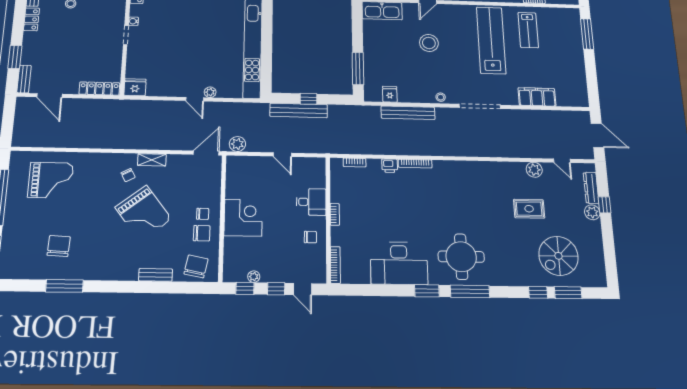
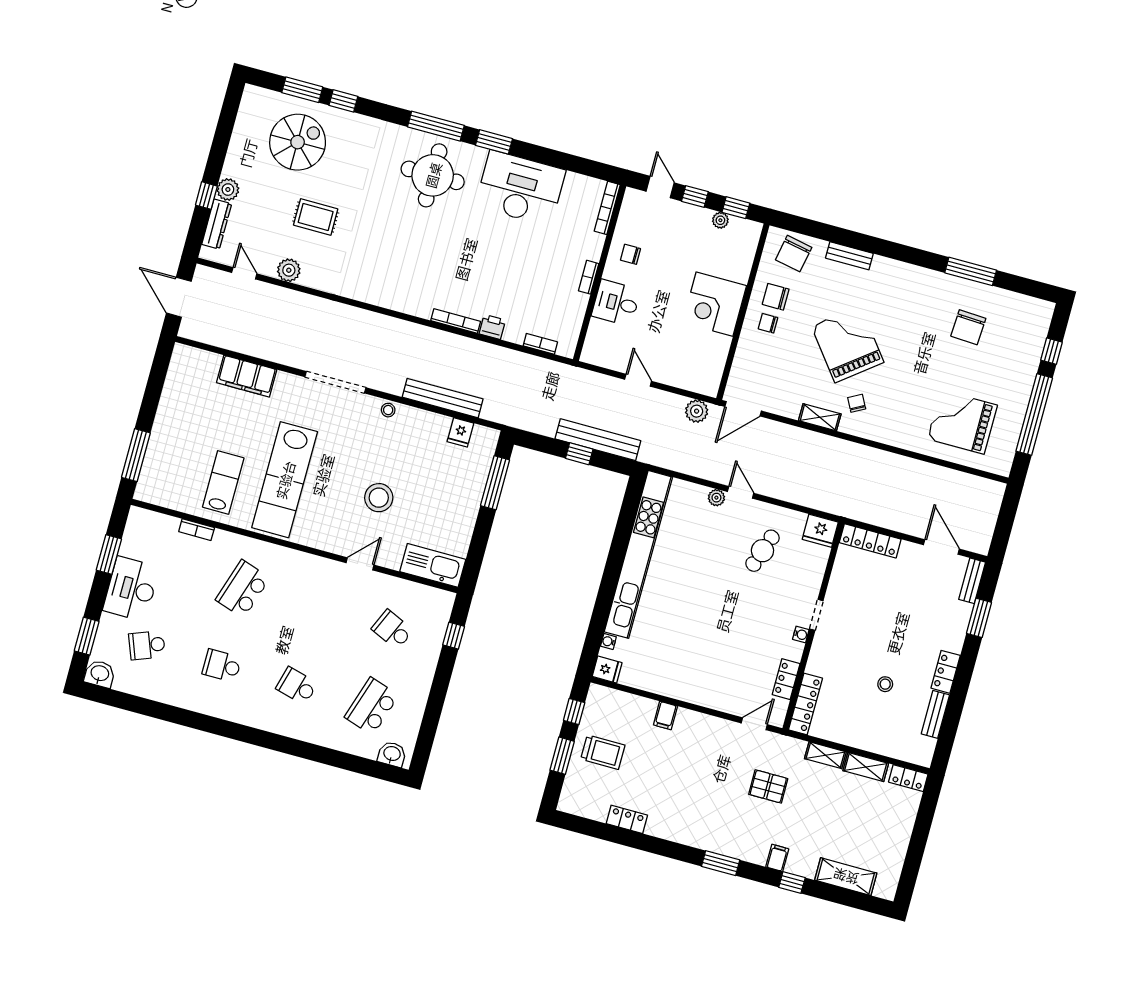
cafe table: (171, 66) -> (762, 551), added

